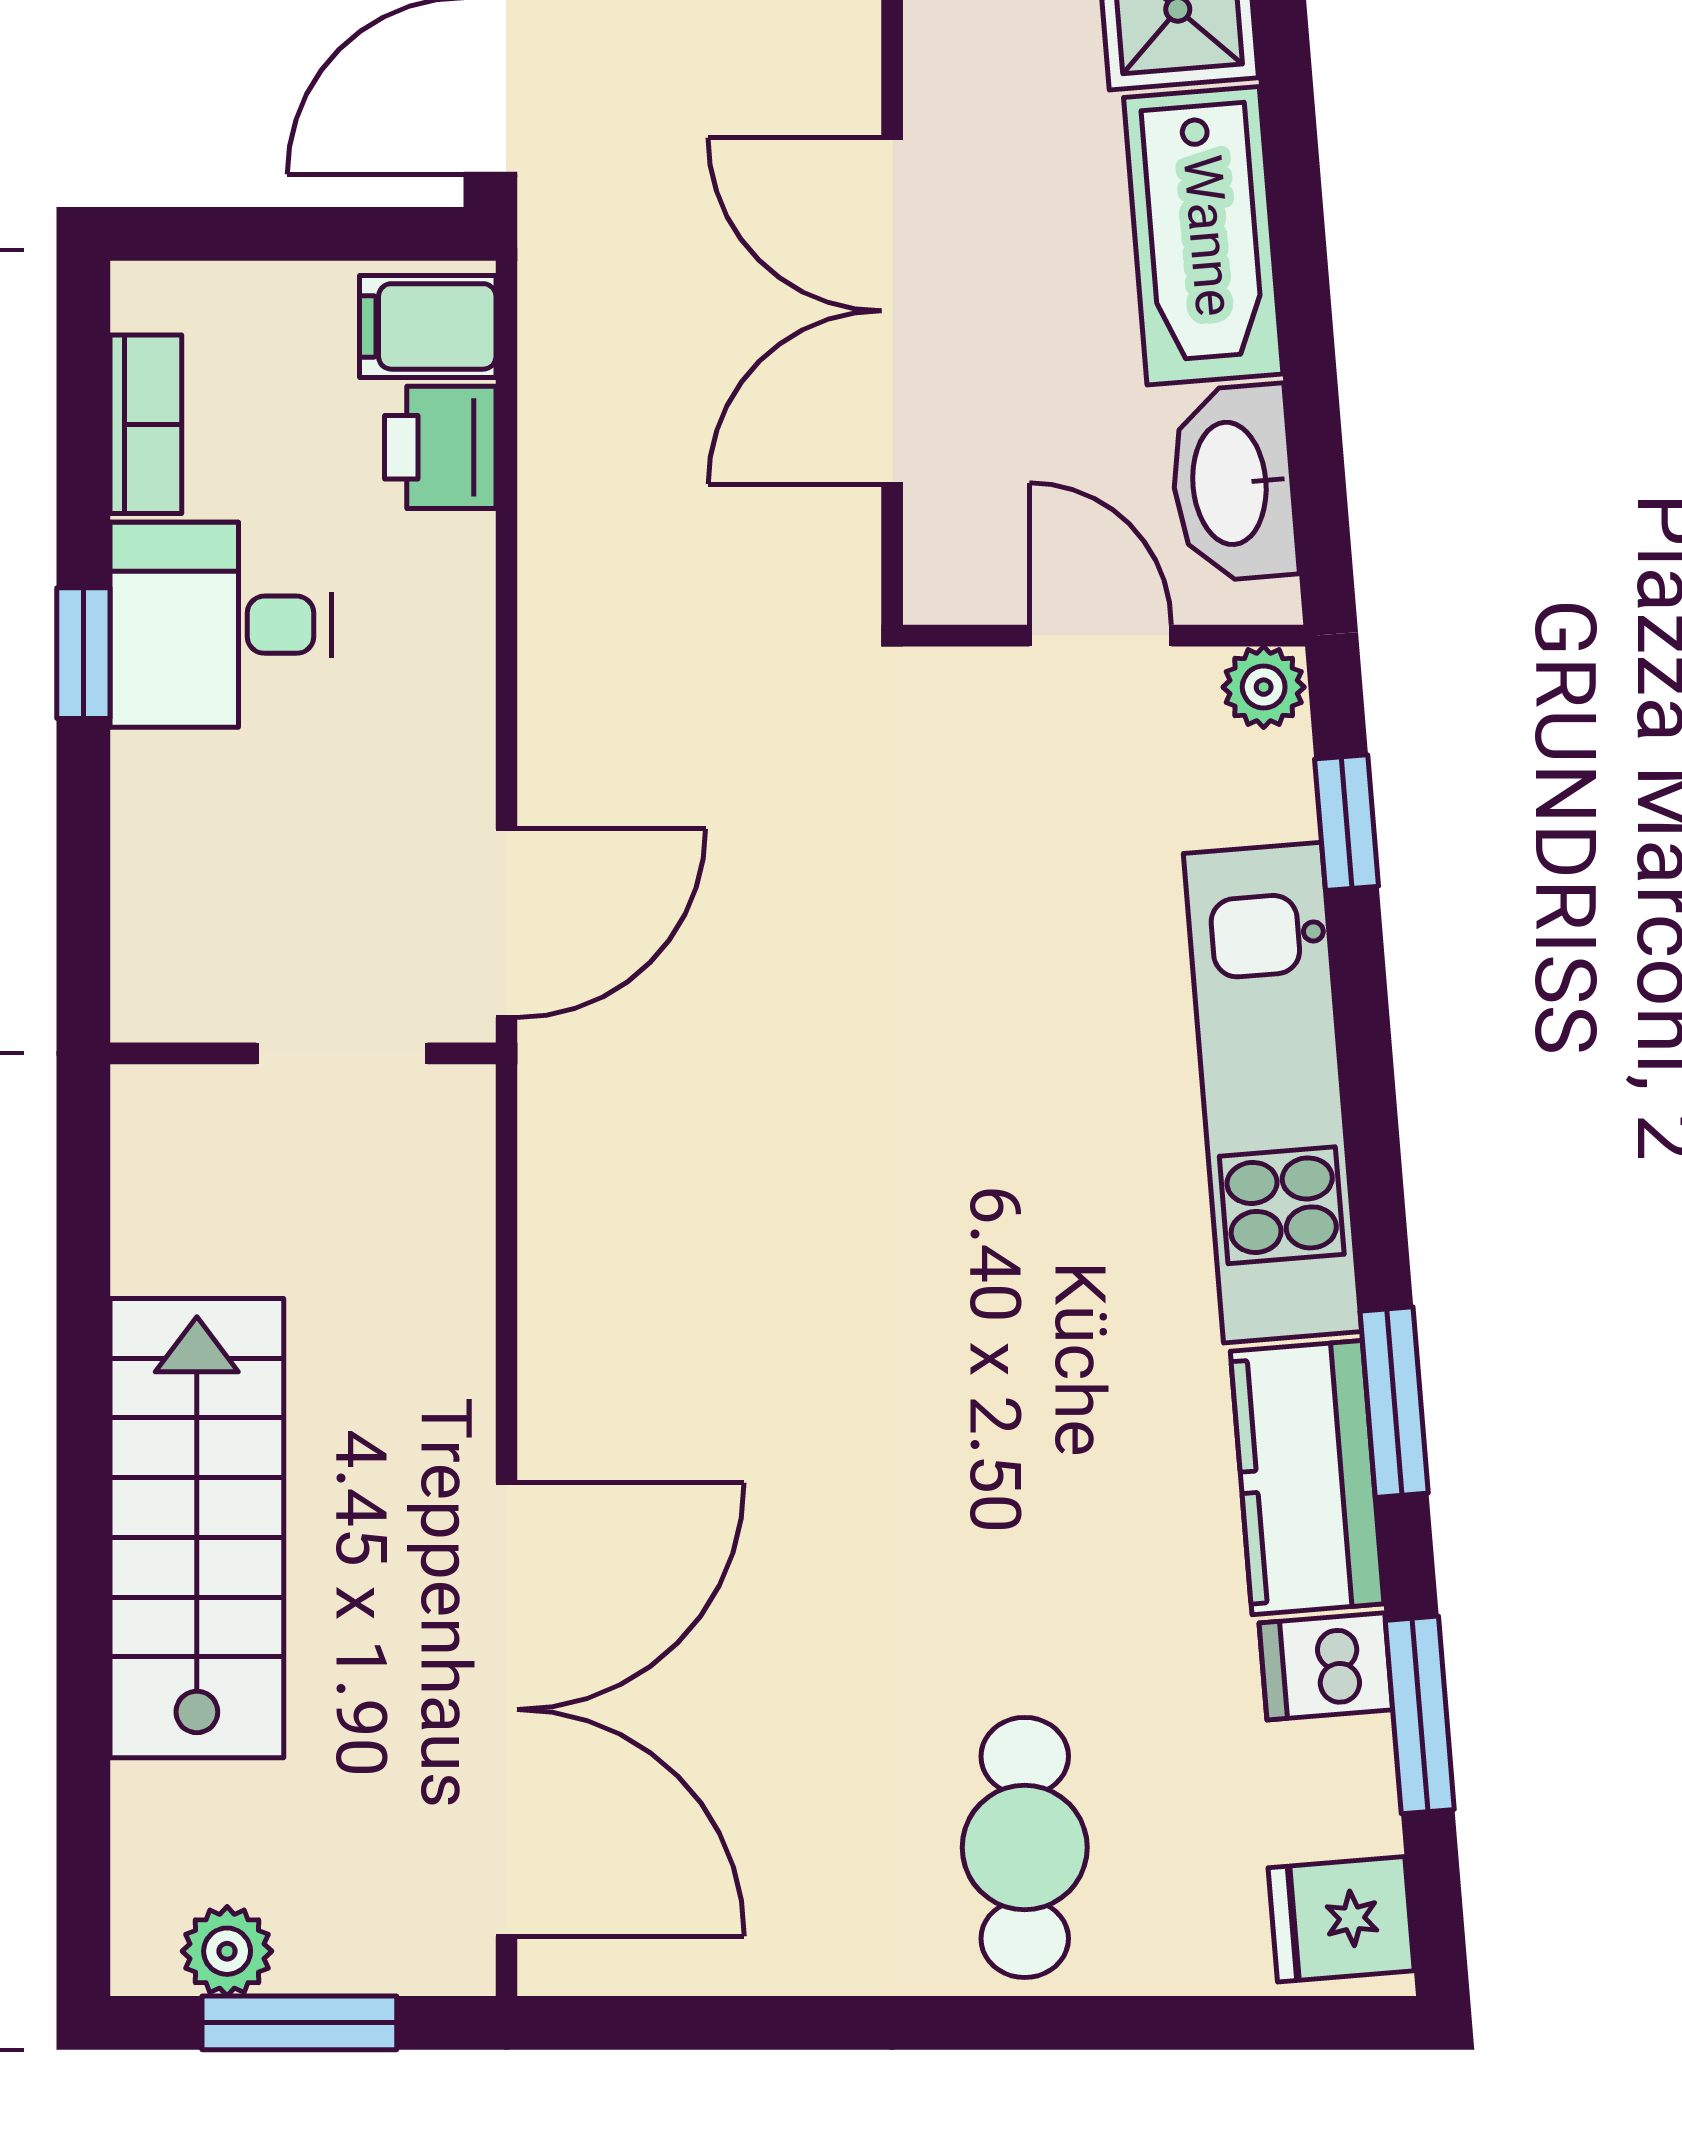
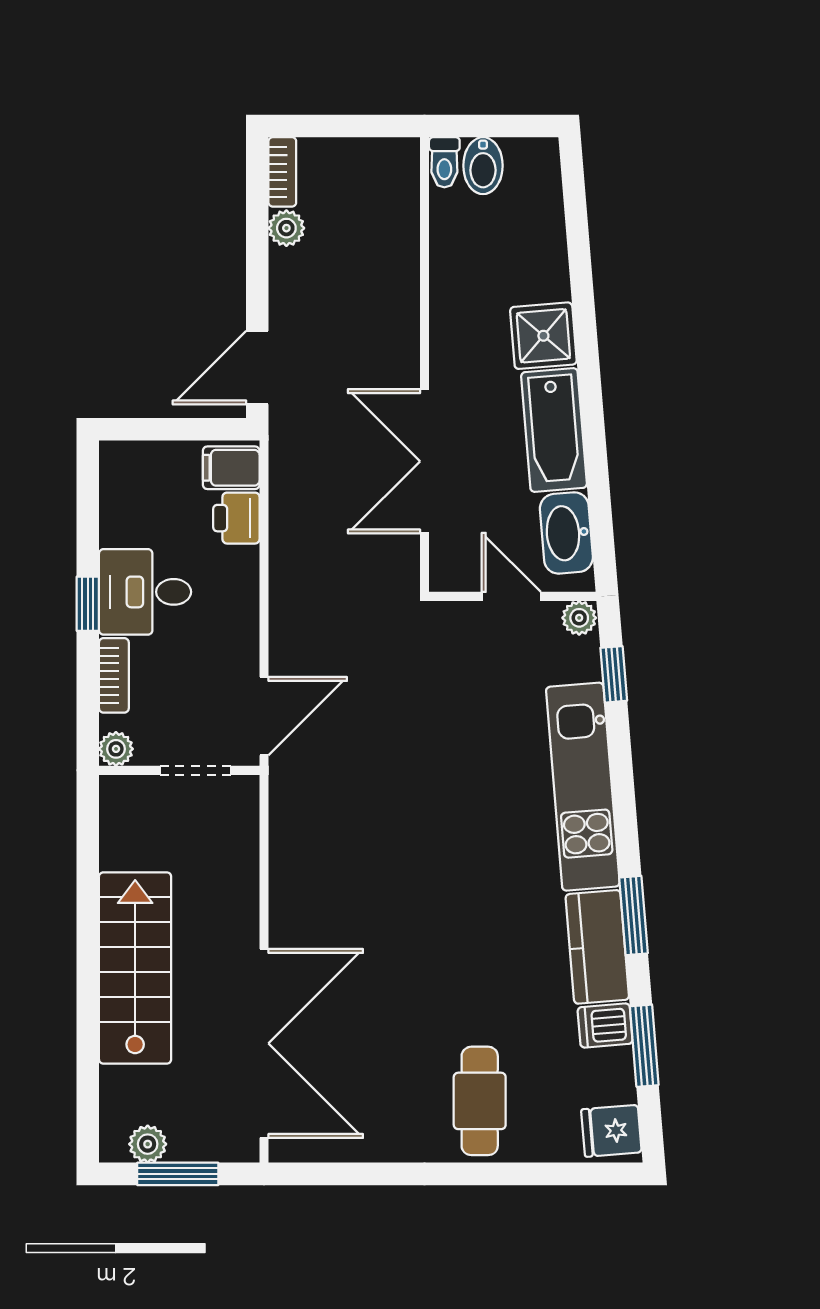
bookcase: (146, 424) -> (114, 675), moved
plant: (151, 1002) -> (116, 749), added

